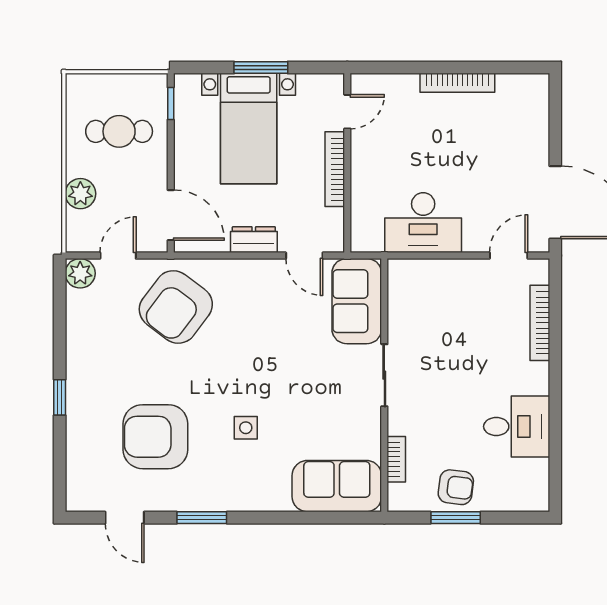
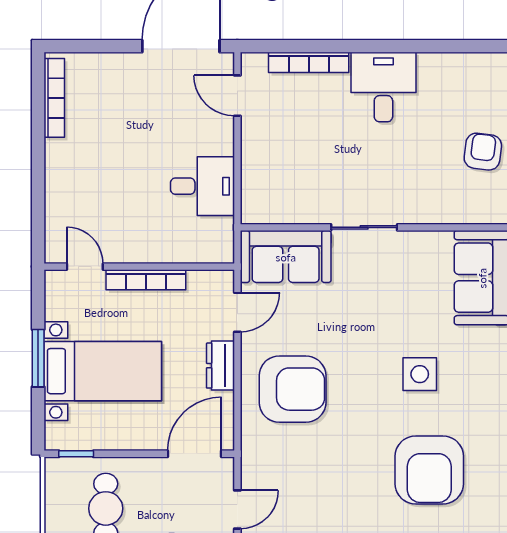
bookcase: (457, 83) -> (54, 98), moved
desk: (423, 223) -> (202, 186), width x0.73
door: (118, 256) -> (237, 510), swing flipped
armchair: (176, 307) -> (293, 389), moved, turned -37
desk: (517, 427) -> (383, 87), moved
side table: (246, 428) -> (420, 374), width x1.37, depth x1.37
bookcase: (396, 459) -> (453, 215), removed

